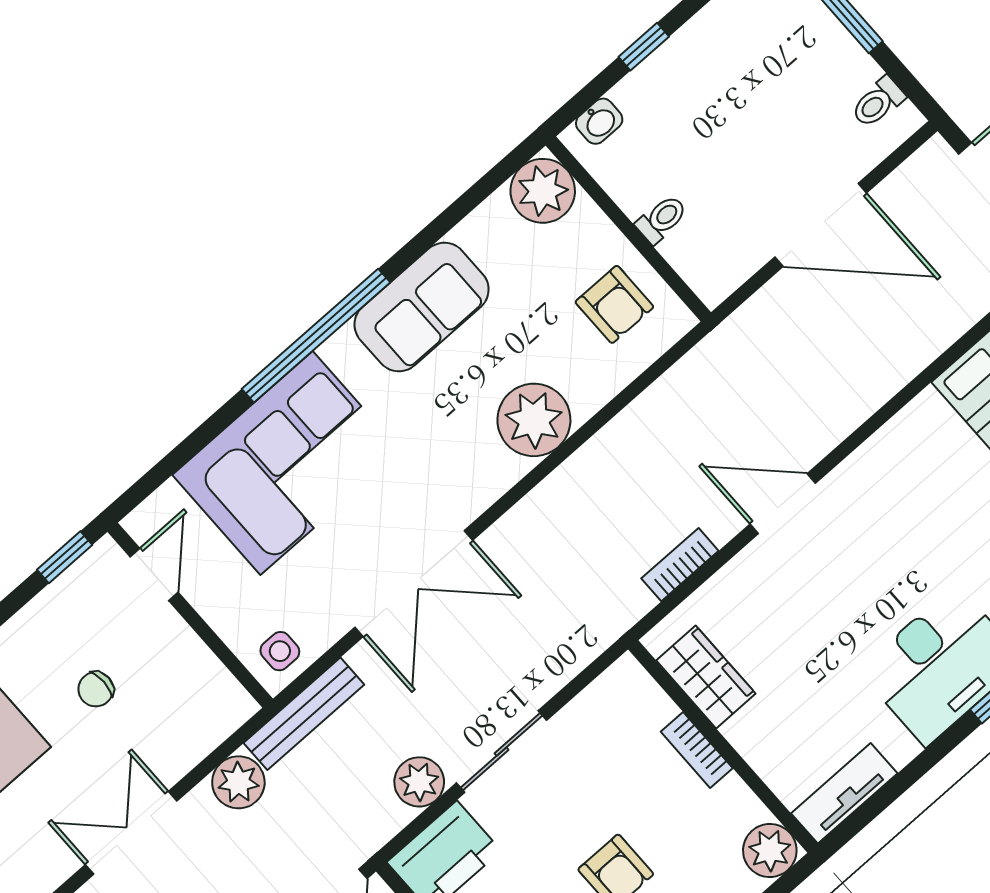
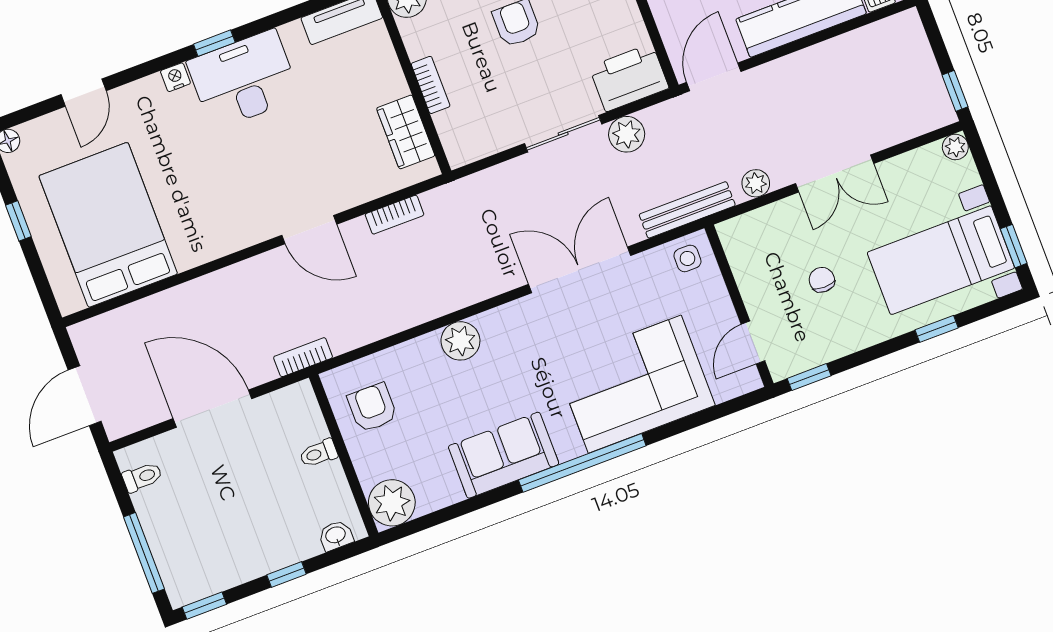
bookcase: (729, 336) -> (303, 357), added
plant: (534, 420) -> (460, 341), width x0.73, depth x0.73
chair: (96, 689) -> (822, 280), turned -90
plant: (238, 782) -> (756, 183), width x0.73, depth x0.73

